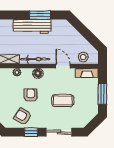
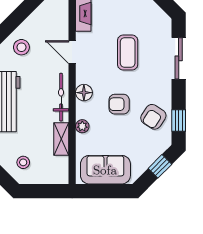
stool: (83, 57) -> (21, 47), moved
door: (63, 66) -> (72, 52), hinge flipped
window: (31, 132) -> (179, 120), moved

